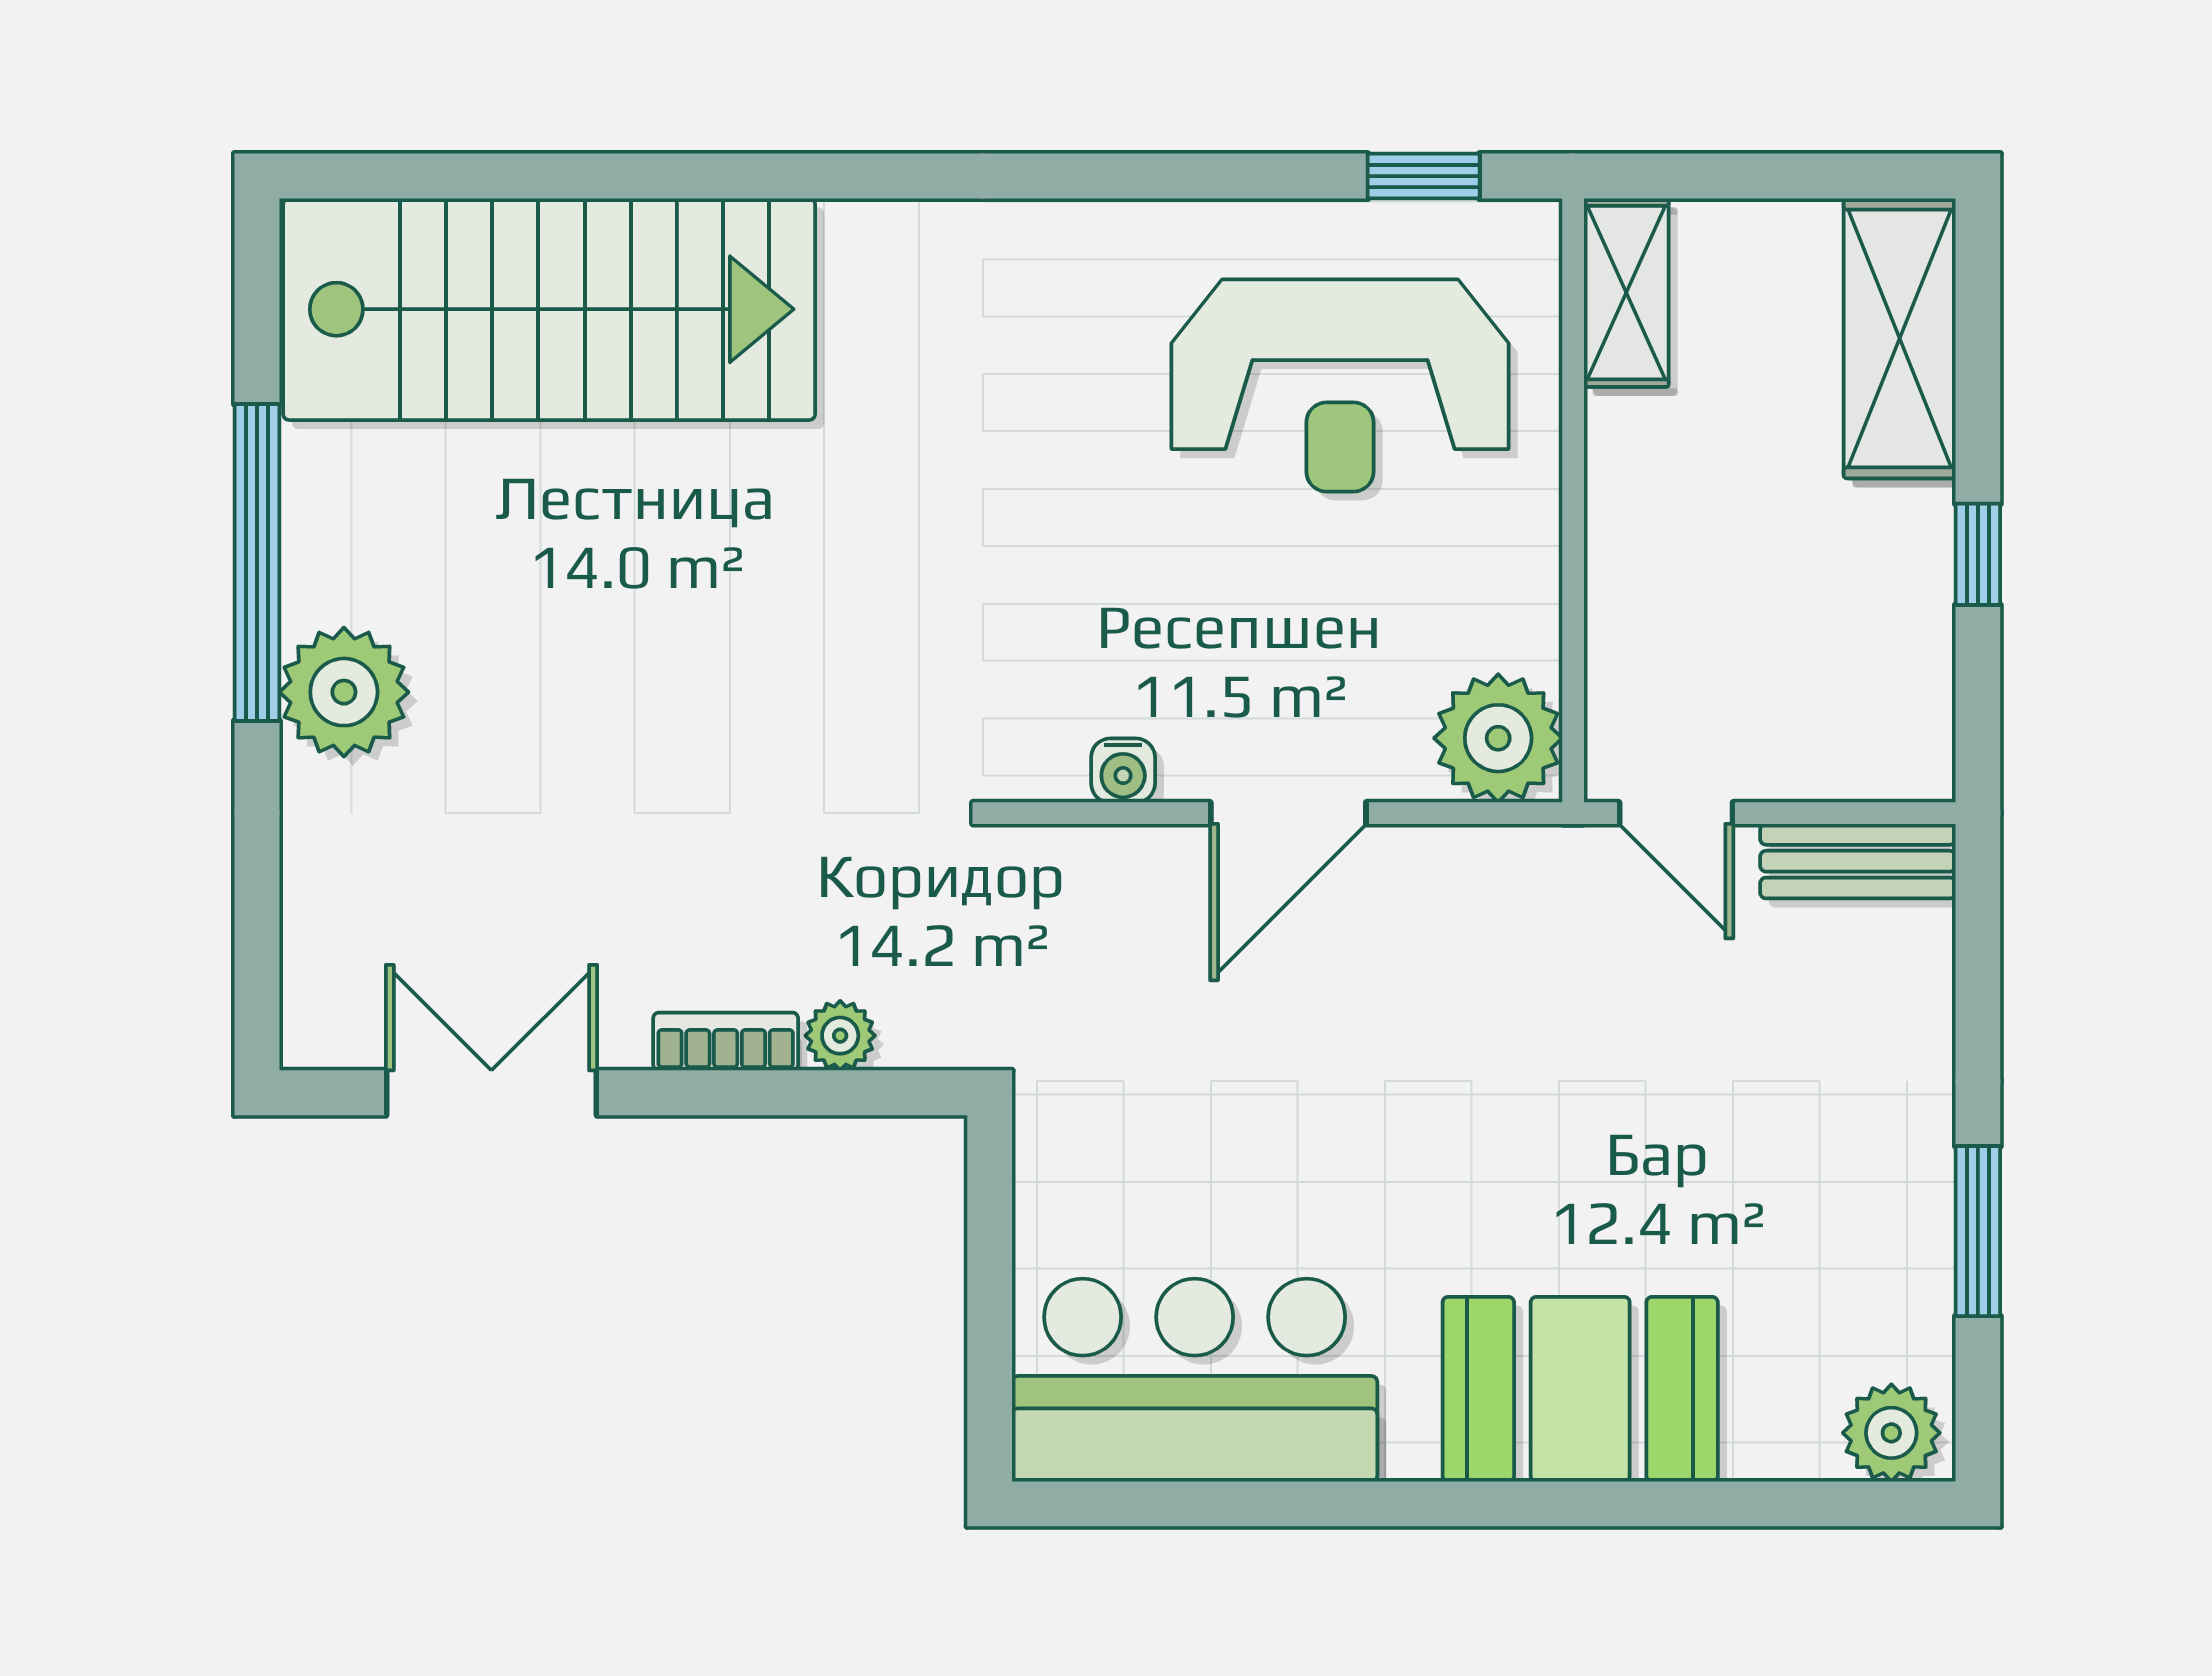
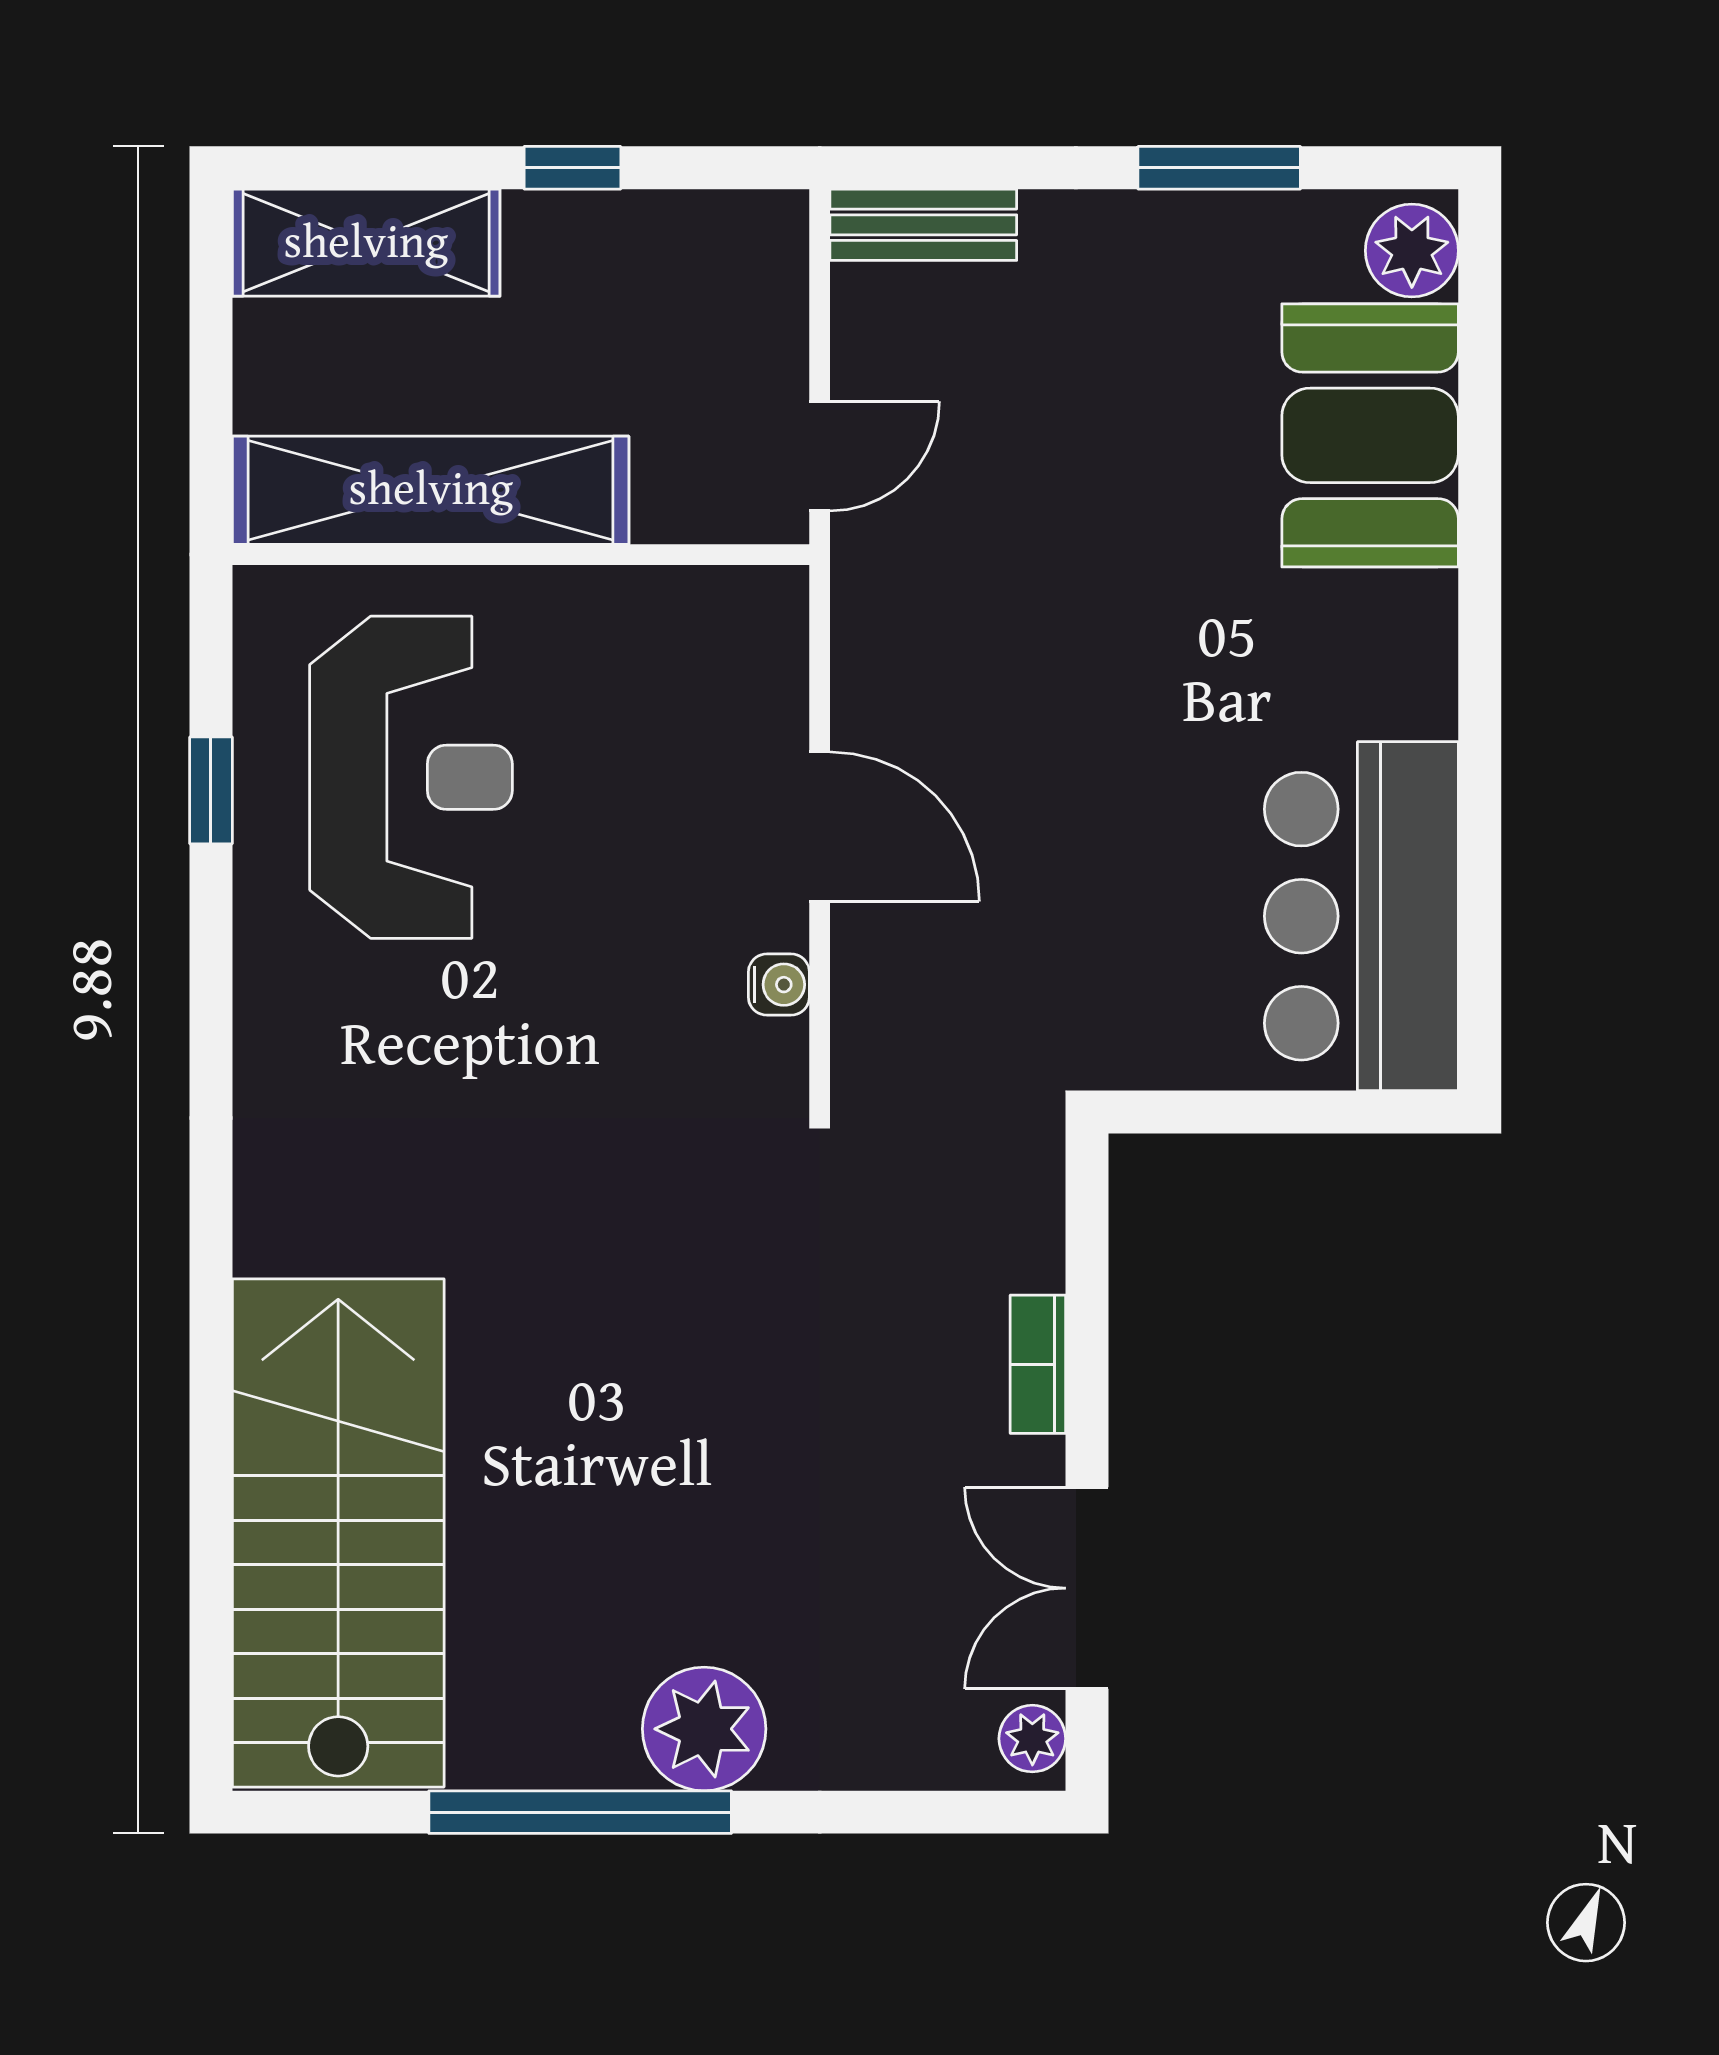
window: (1424, 176) -> (211, 790), moved
shelving: (1626, 293) -> (431, 490), width x2.20, depth x1.33
plant: (1498, 738) -> (748, 626), removed
bench: (1858, 861) -> (923, 225), moved, turned 90
plant: (840, 1036) -> (1032, 1739), moved
booth: (1580, 1389) -> (1370, 435), moved

